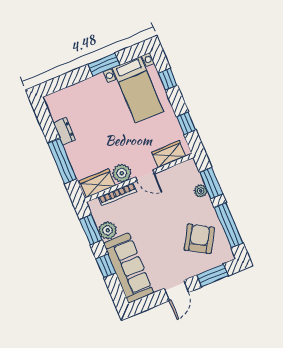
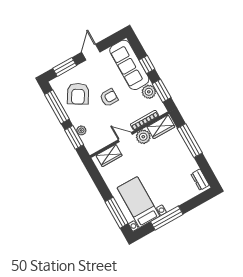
window: (104, 65) -> (167, 218), width x1.44
window: (168, 79) -> (117, 213), width x2.17
window: (186, 123) -> (99, 181), removed
dresser: (64, 131) -> (200, 180), moved
armchair: (160, 229) -> (109, 98), added

